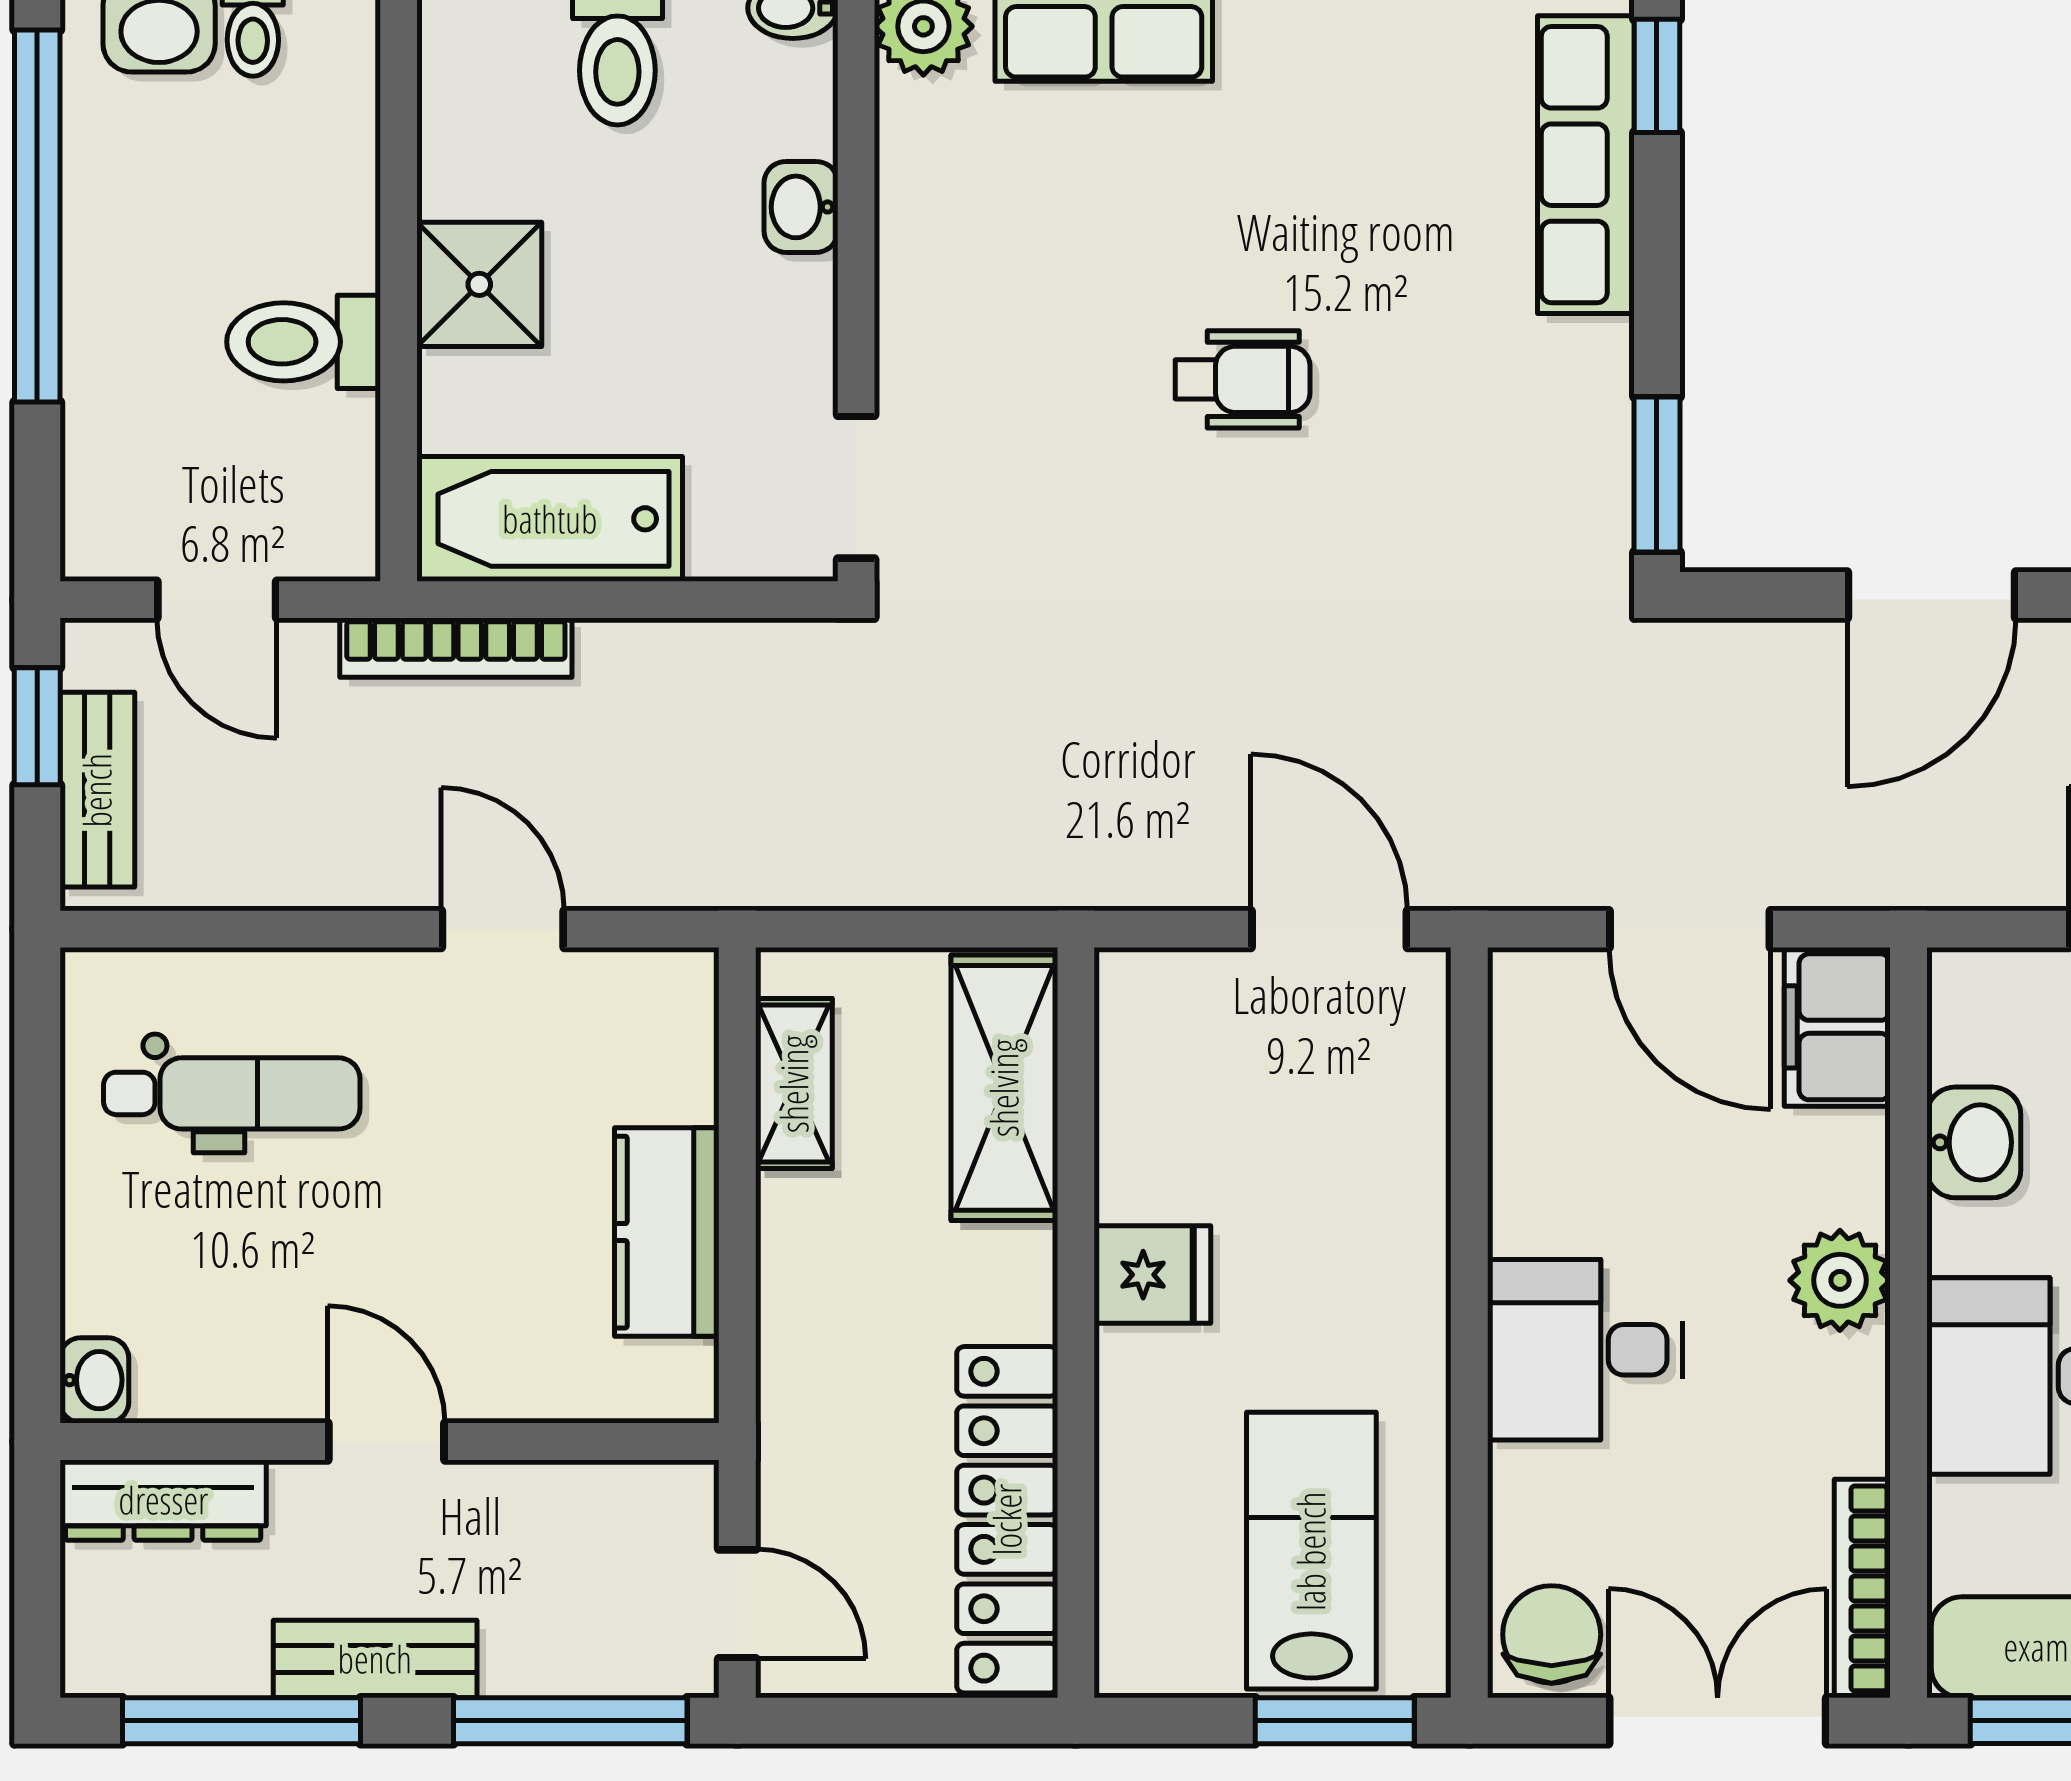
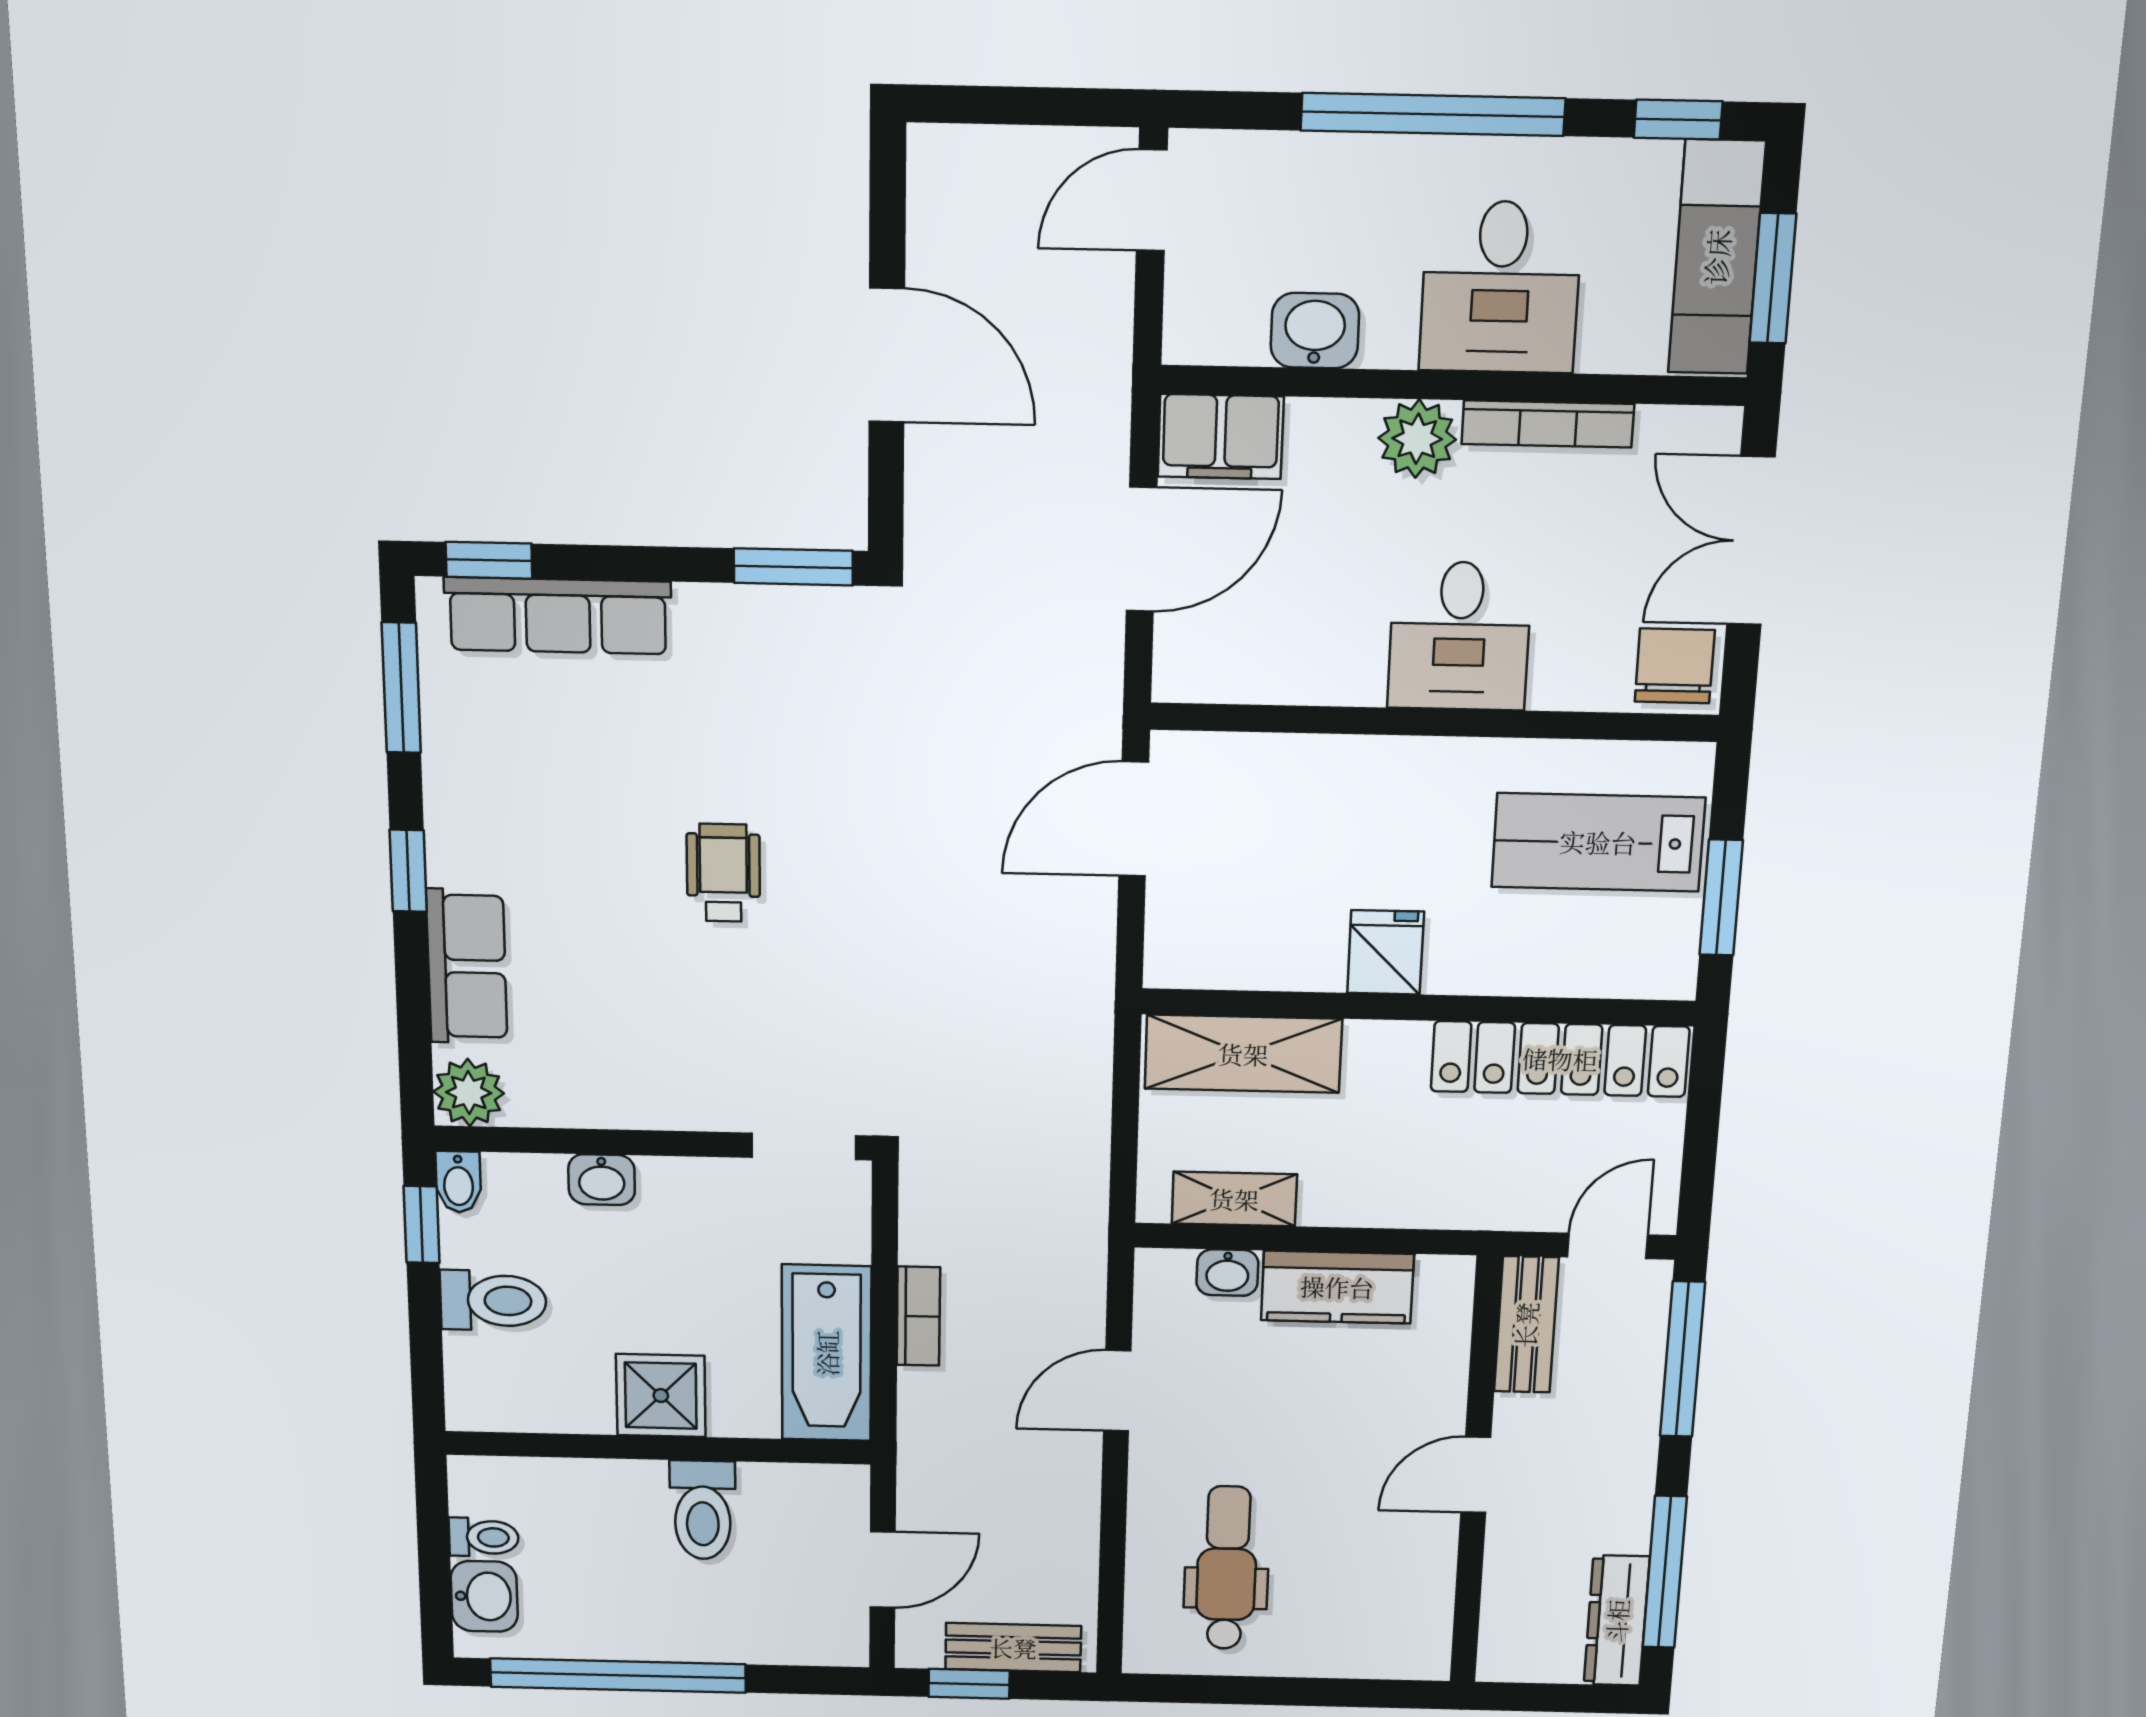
bookcase: (456, 648) -> (918, 1316), moved, width x0.64
washbasin: (94, 1380) -> (1227, 1273), moved, turned 180
dresser: (163, 1500) -> (1617, 1621), moved, turned 180
bookcase: (1862, 1588) -> (1548, 424), moved
chair: (1552, 1634) -> (1675, 666), turned 90
bench: (375, 1659) -> (1526, 1325), moved
window: (1335, 1721) -> (1721, 898), moved

